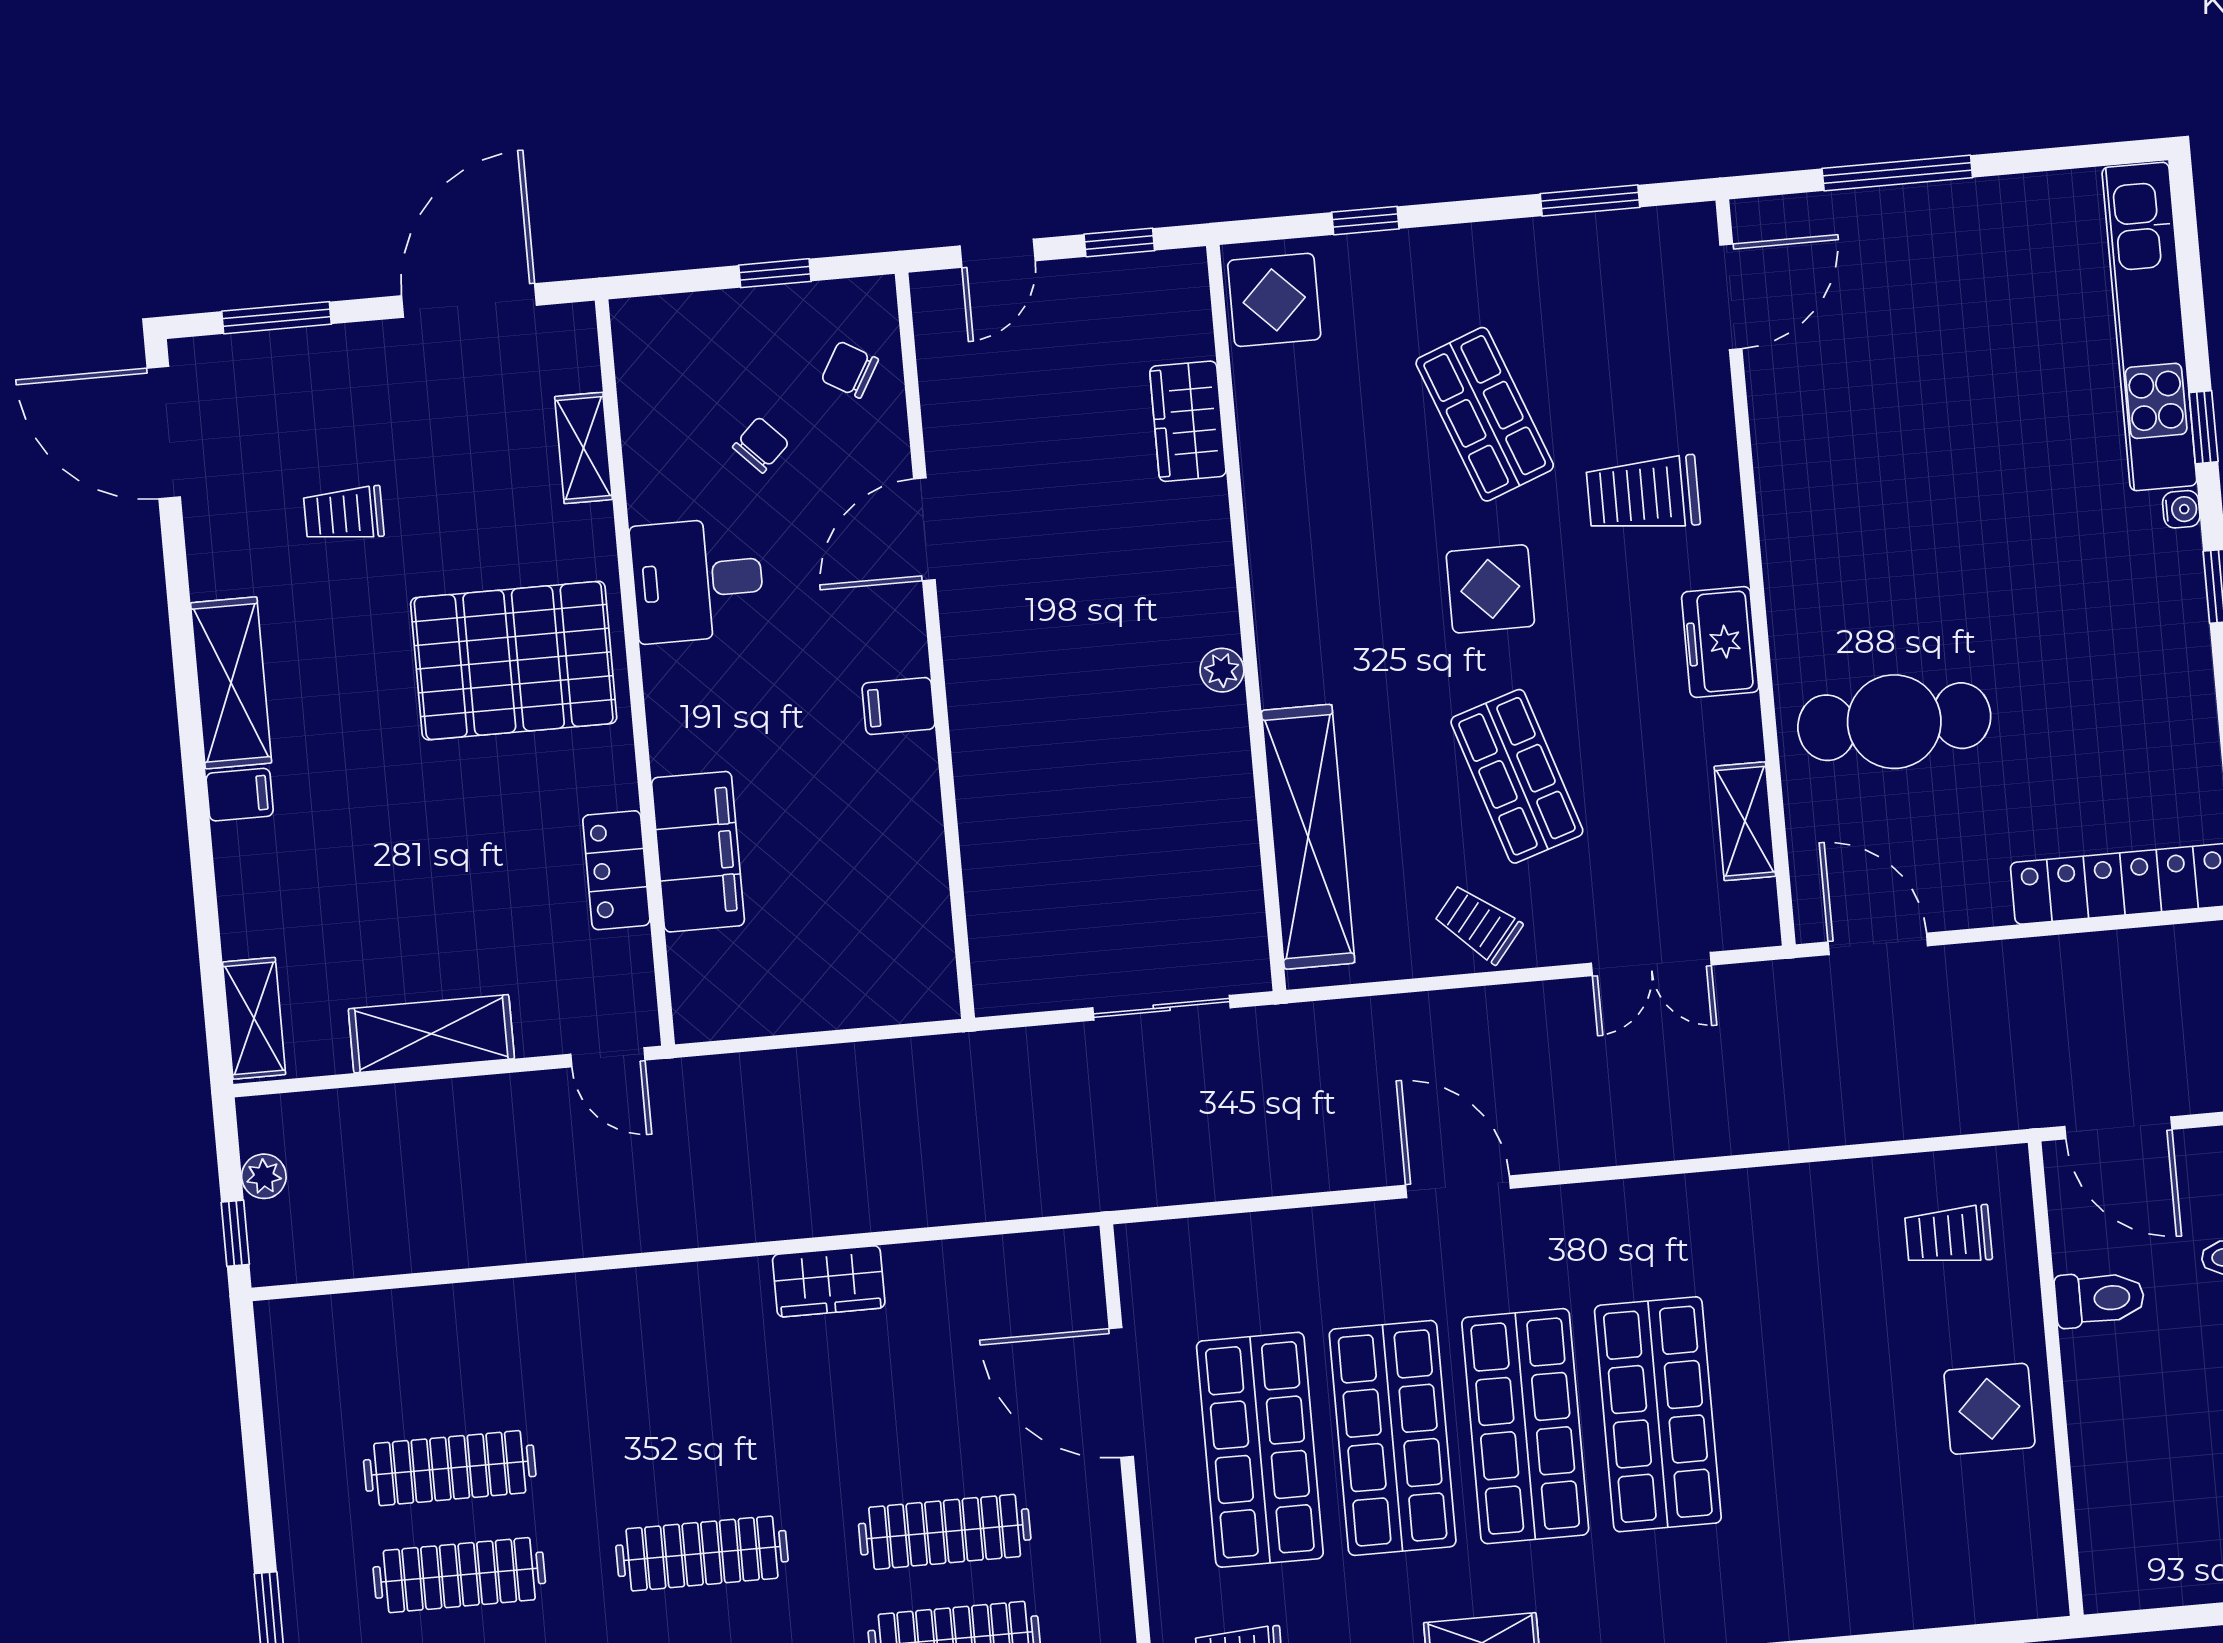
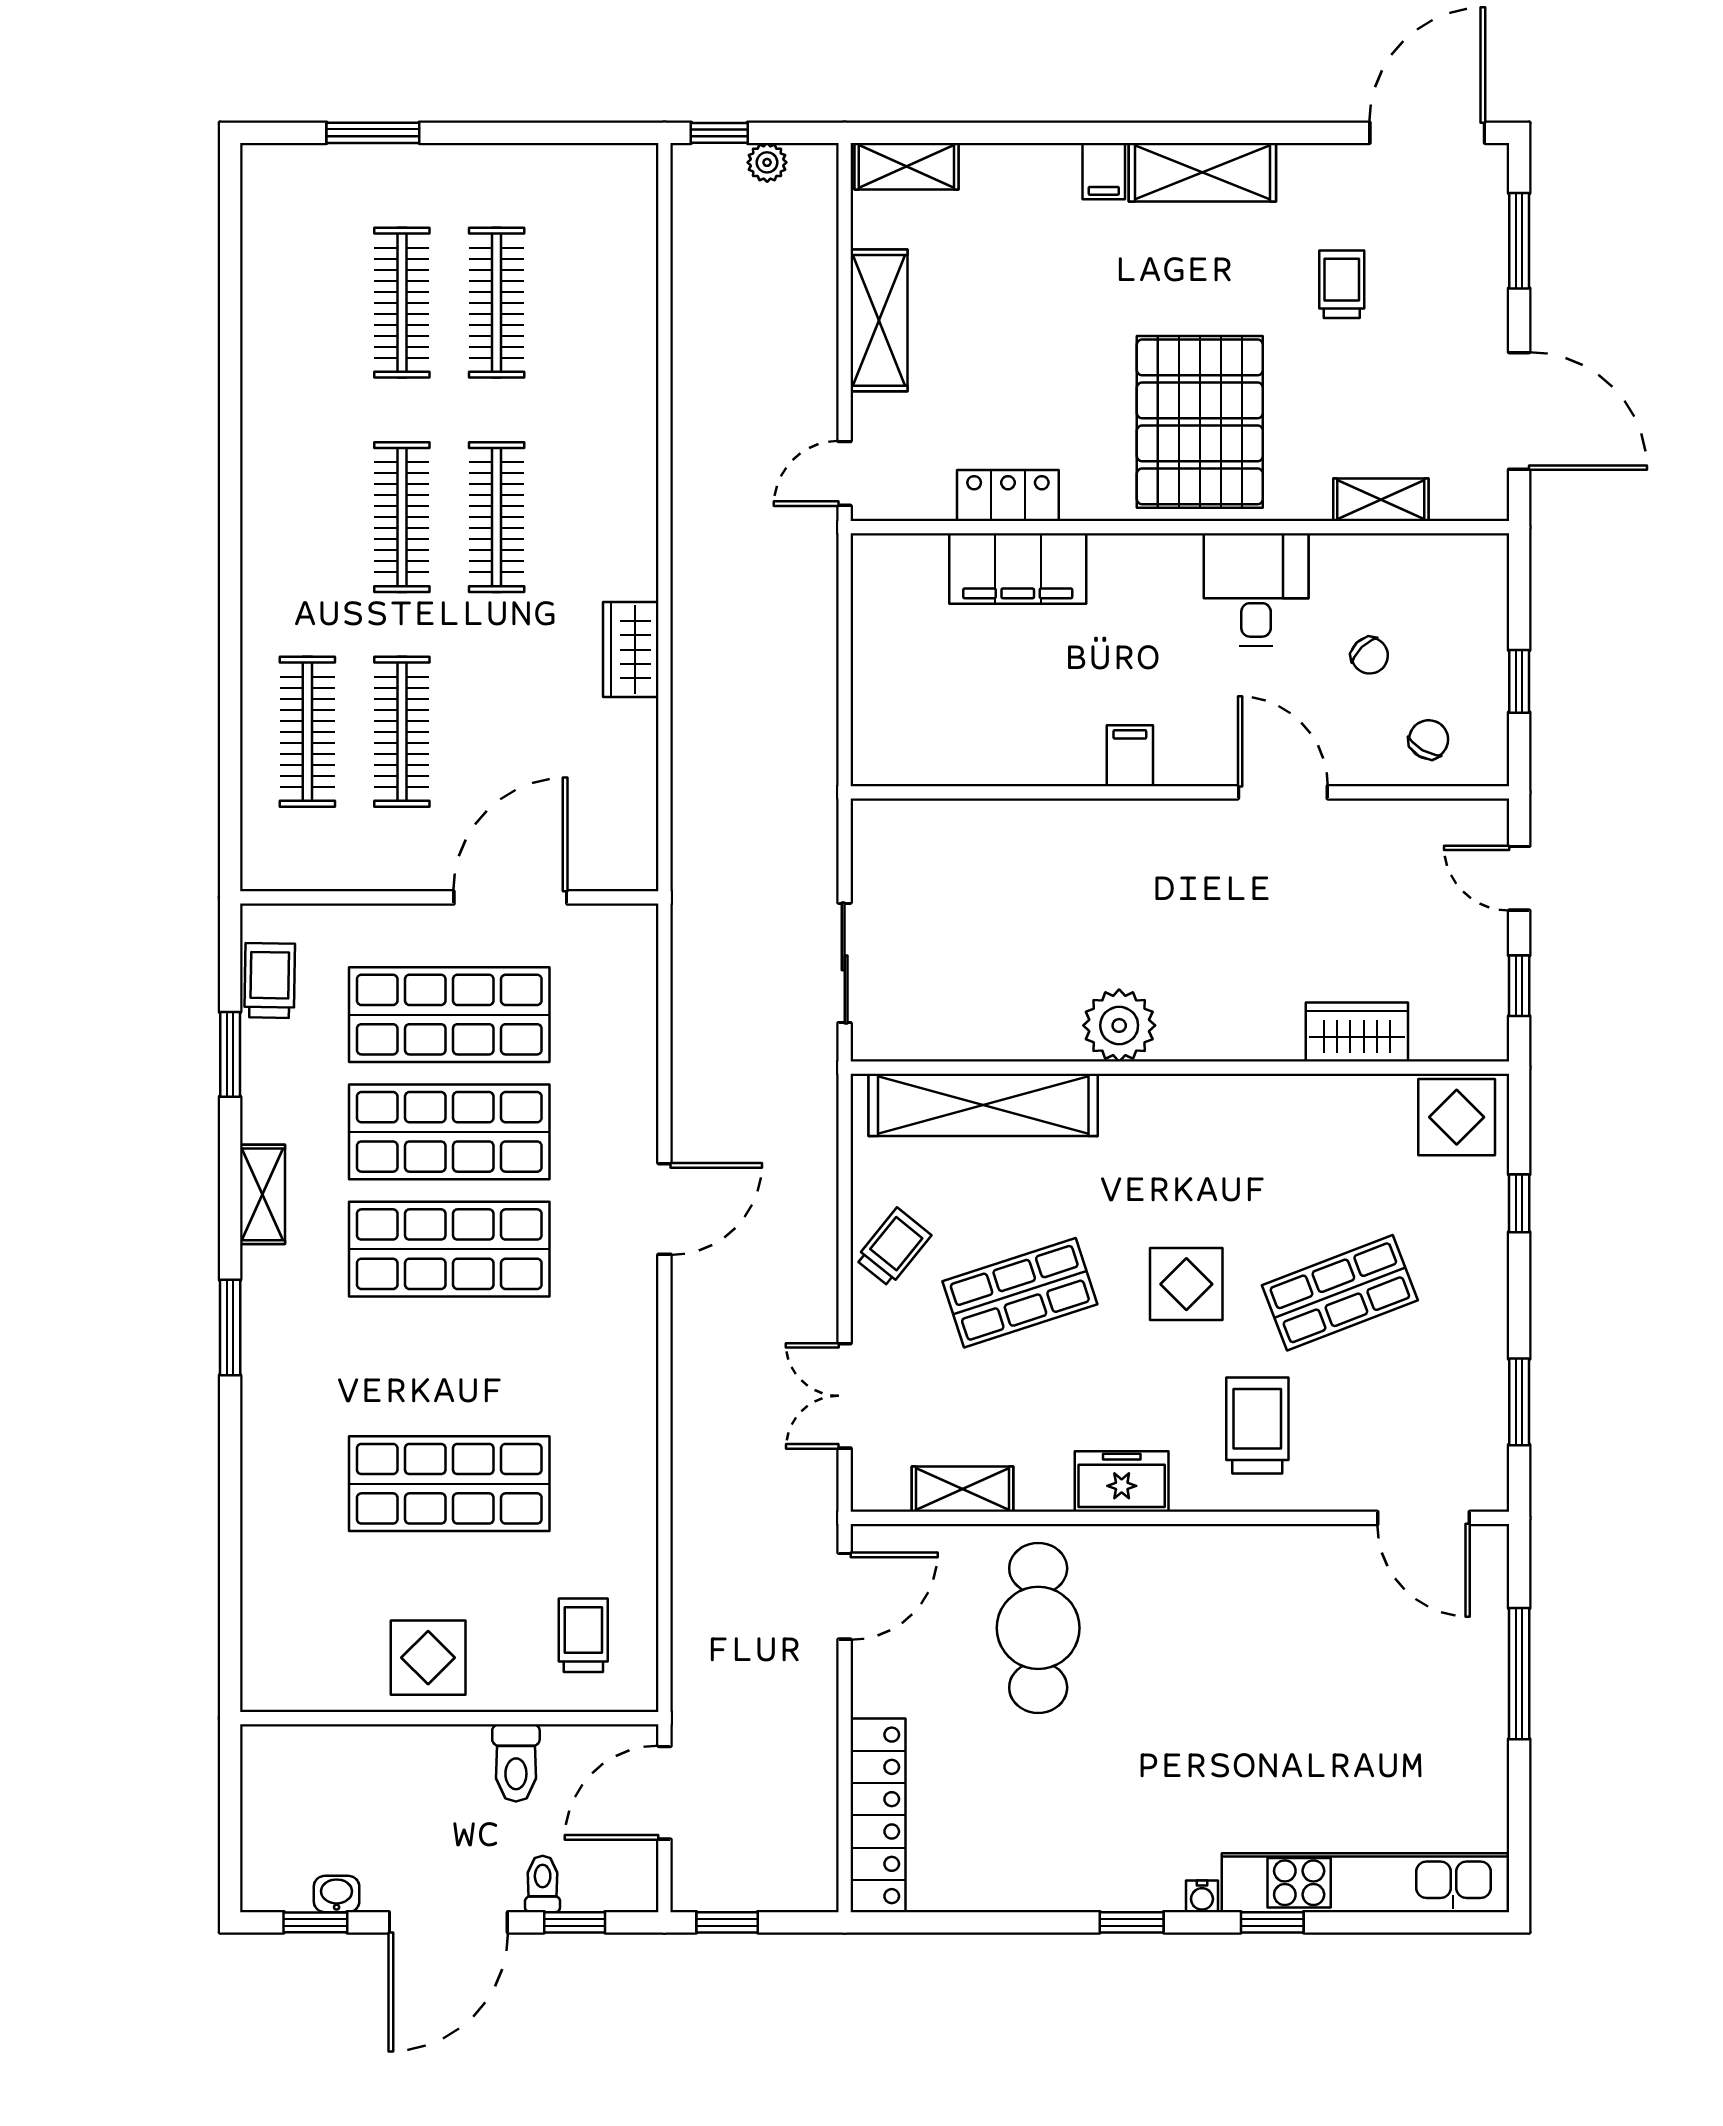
plant: (1222, 670) -> (1119, 1025), width x1.88, depth x1.88
shop shelf: (1658, 1414) -> (449, 1484), moved
clothes rail: (692, 1446) -> (497, 517), added

